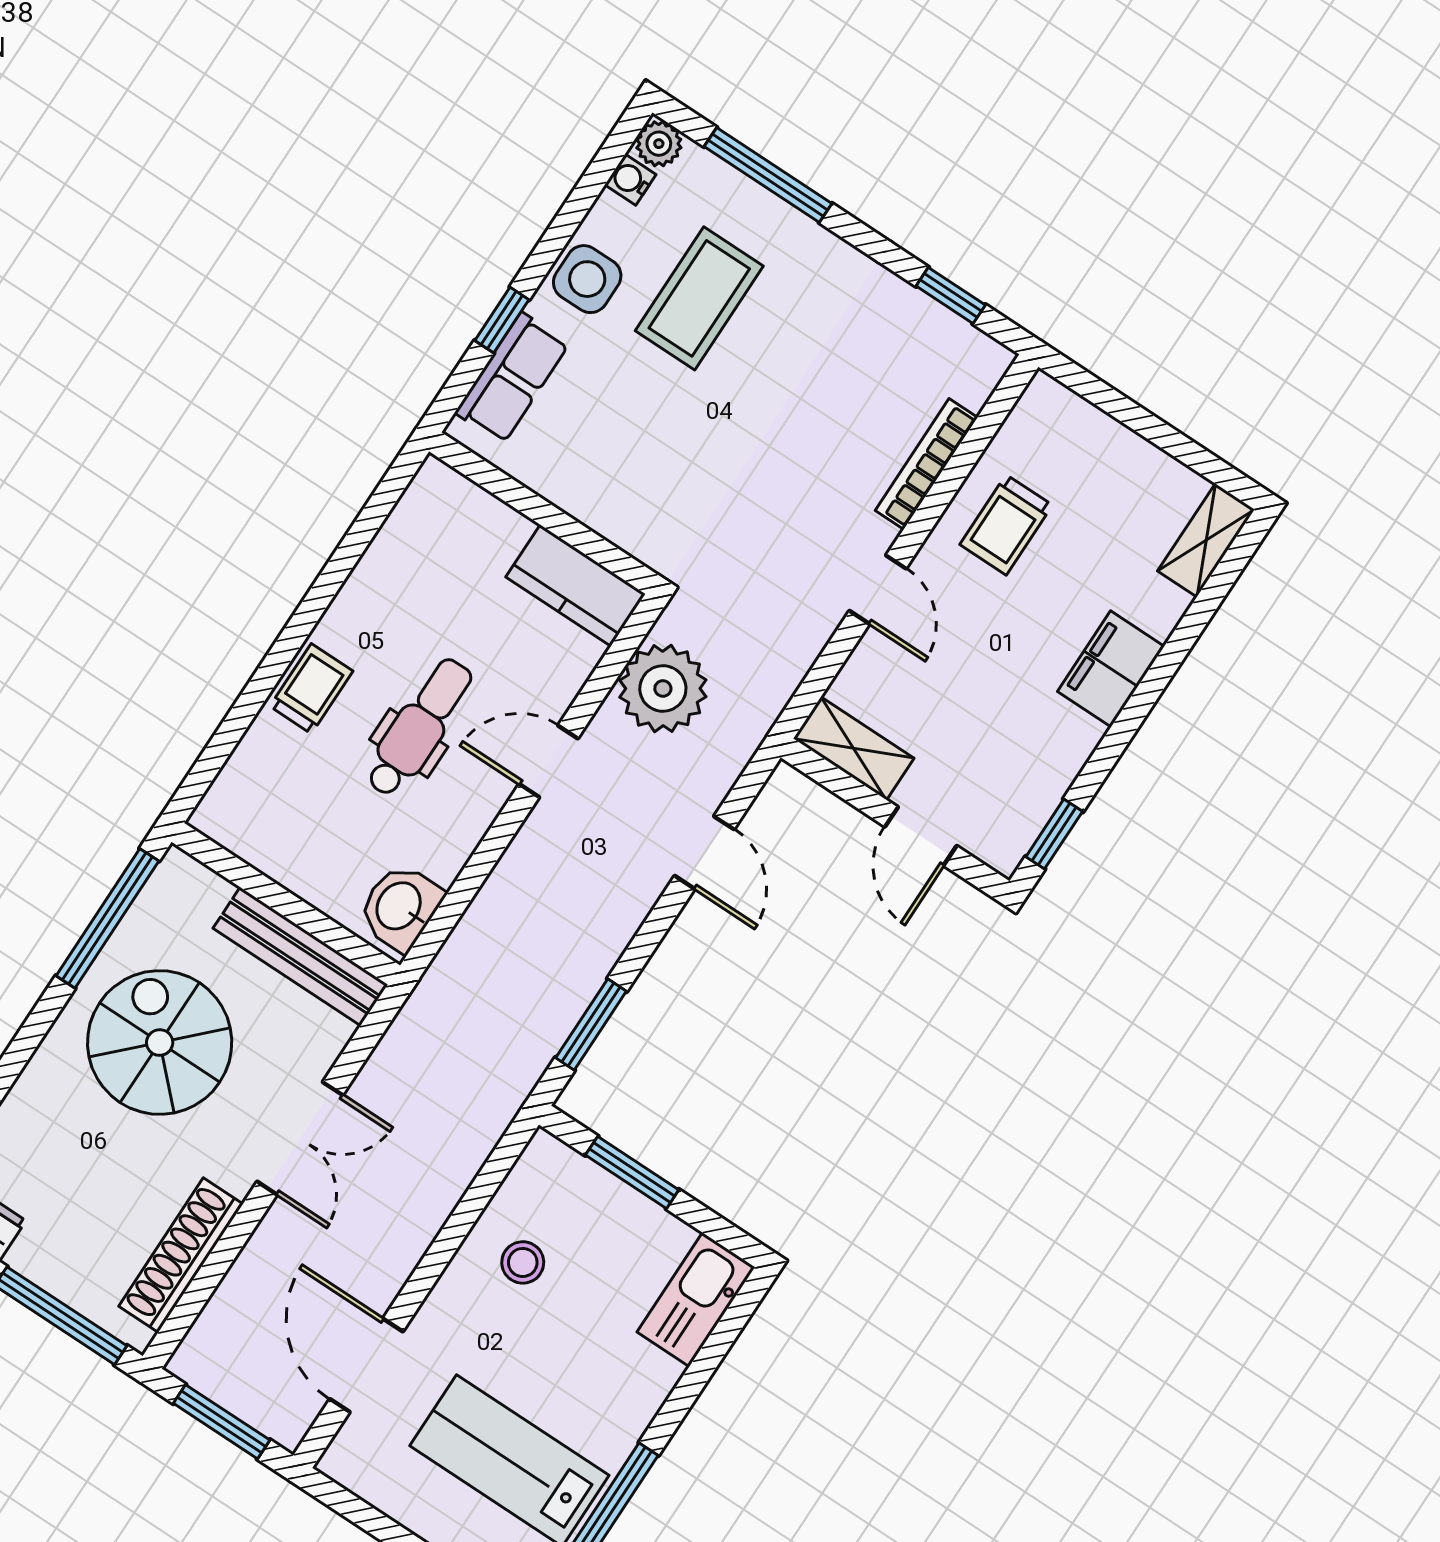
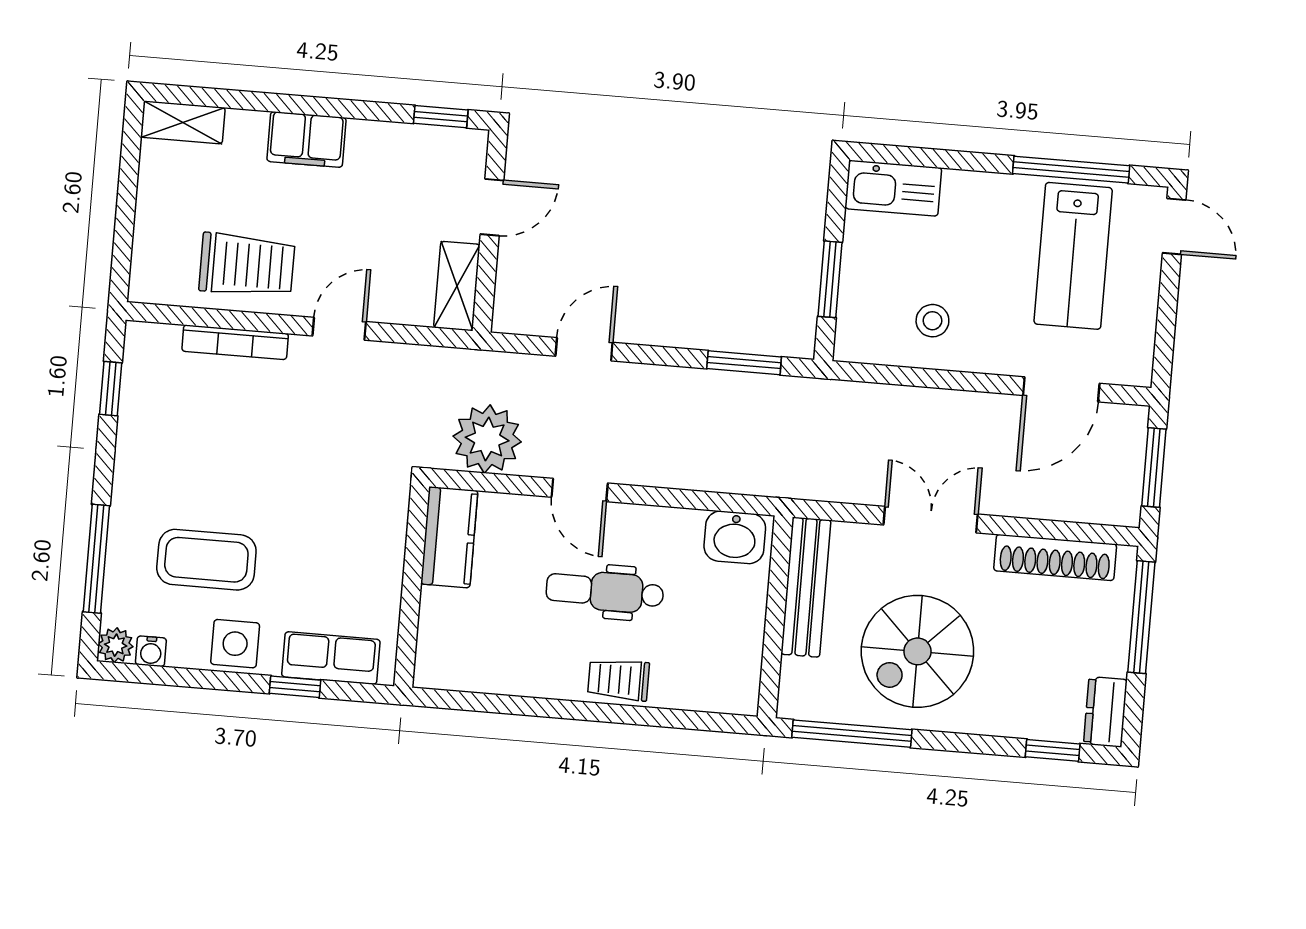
trolley: (1006, 525) -> (247, 265), width x1.36, depth x1.39

